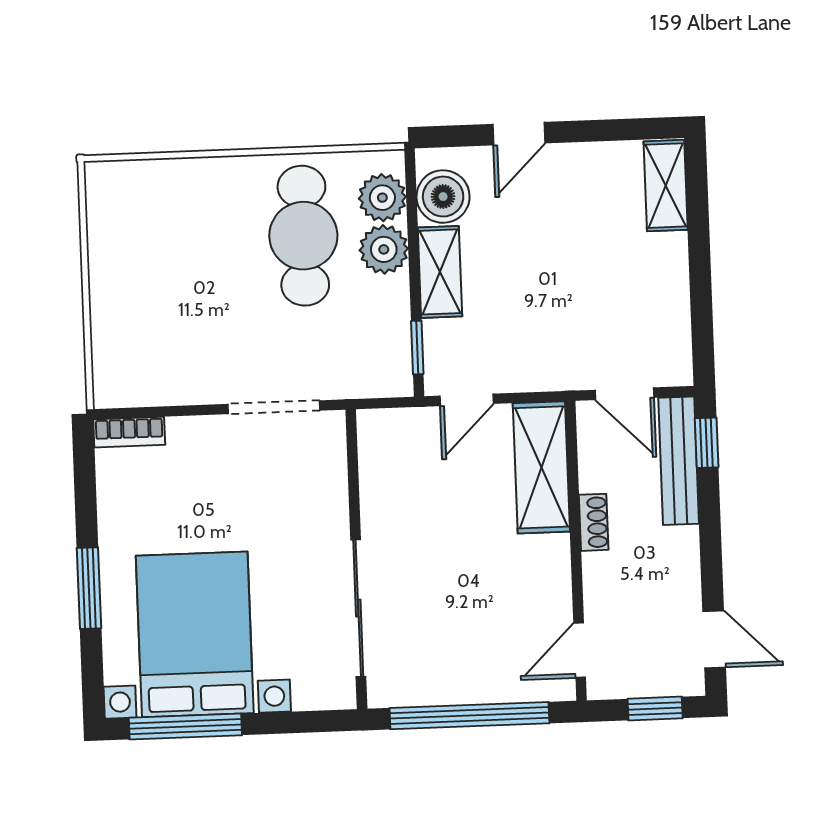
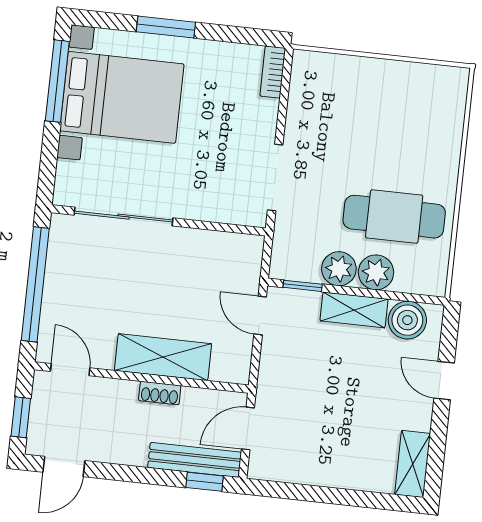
shelving: (666, 186) -> (413, 464), moved, turned 90
plant: (382, 198) -> (339, 269), moved
shelving: (541, 467) -> (163, 357), moved

